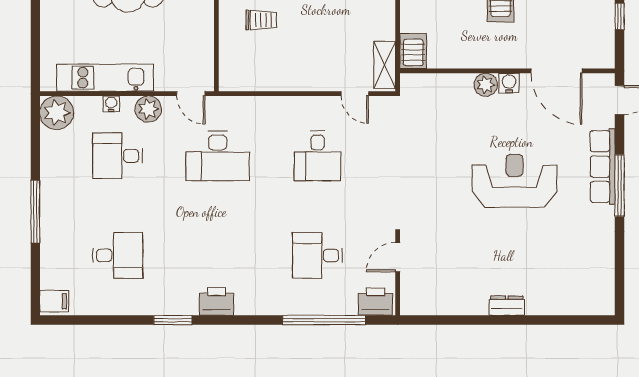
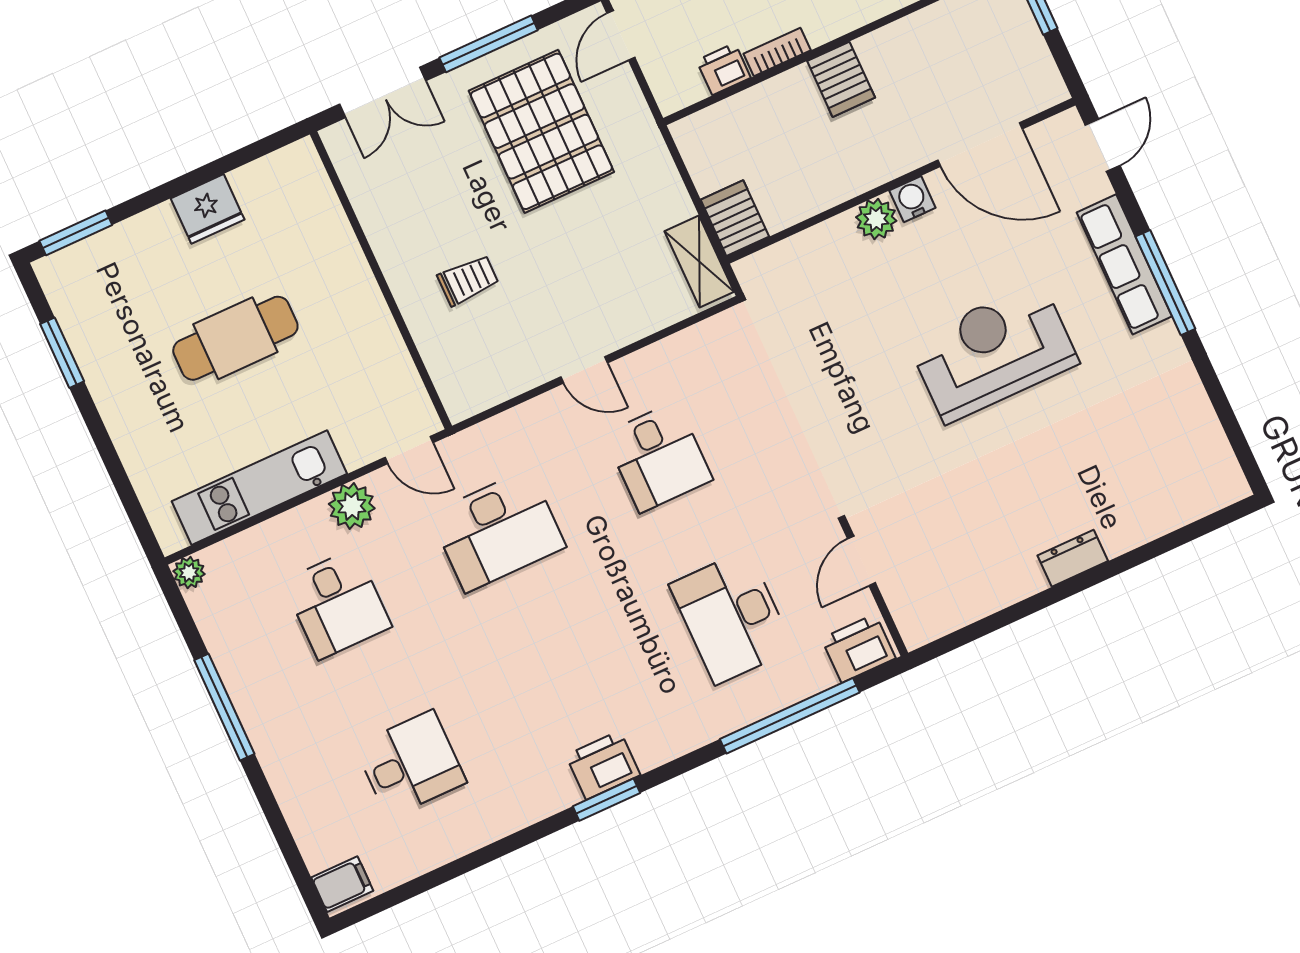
door: (355, 94) -> (584, 370), moved
water cooler: (111, 104) -> (288, 525), removed
plant: (57, 113) -> (189, 573), width x0.53, depth x0.53
desk: (118, 156) -> (337, 604), turned -90
window: (35, 212) -> (224, 707), moved
desk: (318, 255) -> (732, 617), width x1.37
window: (173, 320) -> (606, 800), moved

